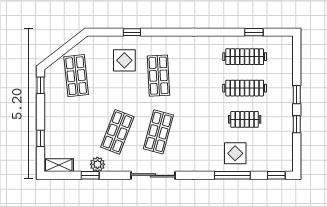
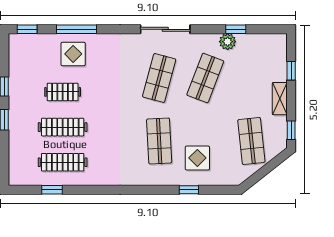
shelving: (59, 165) -> (280, 99), moved, turned 90

